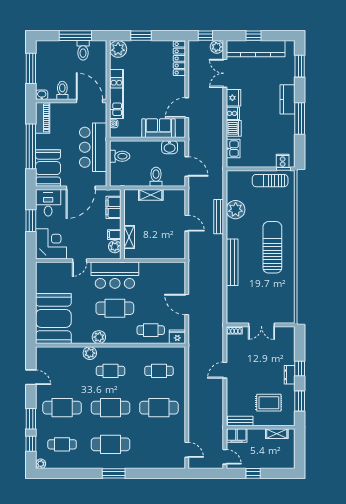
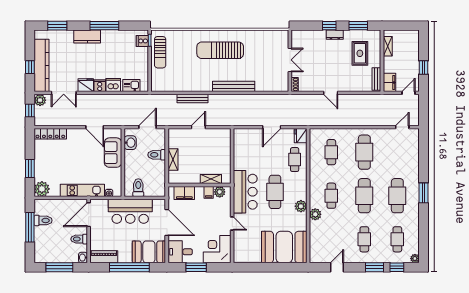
plant: (236, 210) -> (186, 83), removed
cafe table: (62, 408) -> (364, 239), width x0.73, depth x0.74

